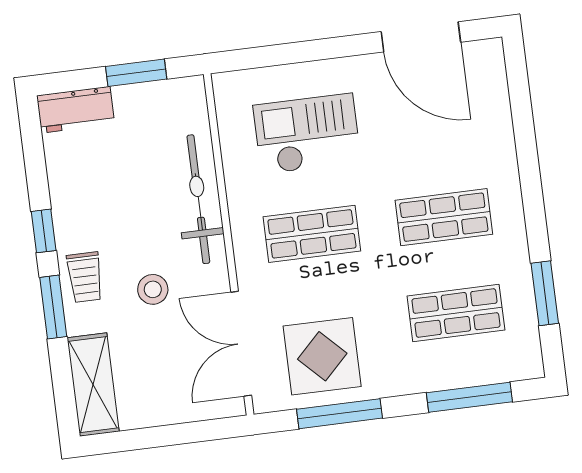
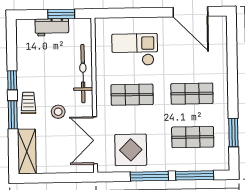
workbench: (76, 110) -> (52, 27), moved
trolley: (85, 277) -> (28, 103), turned 180
window: (340, 414) -> (149, 176), moved

